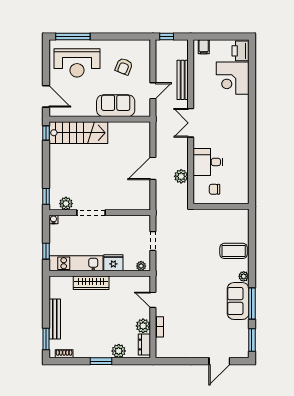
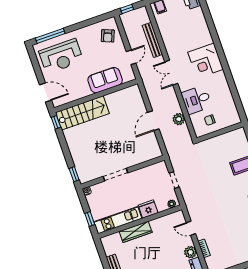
armchair: (124, 66) -> (108, 36), moved
corner desk: (233, 78) -> (205, 61), moved
plant: (66, 204) -> (92, 174), removed

